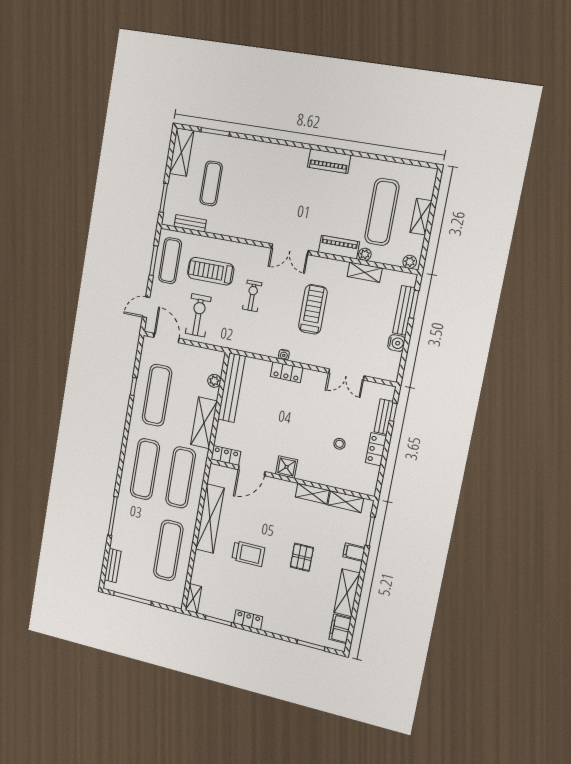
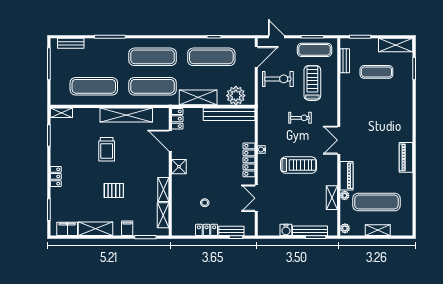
locker: (287, 372) -> (249, 160), width x1.53
plant: (214, 381) -> (236, 96), width x1.87, depth x1.87
locker: (248, 620) -> (56, 176), moved

